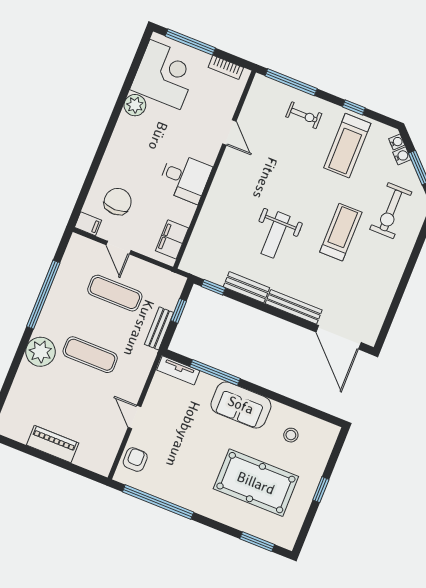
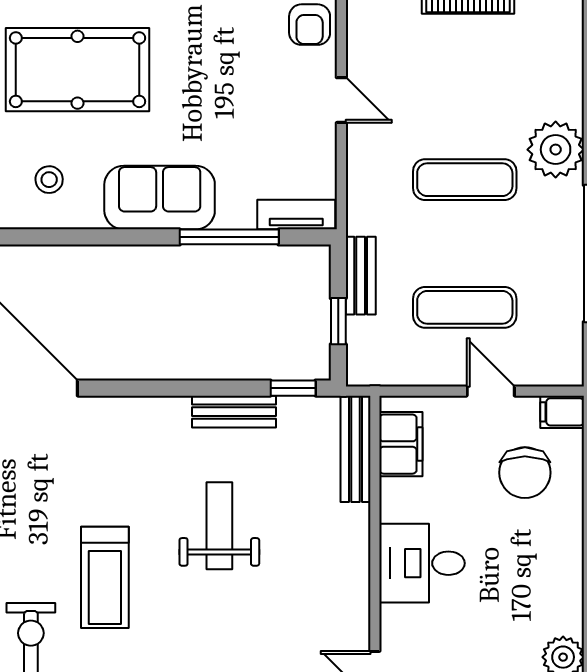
bench: (294, 307) -> (356, 449), moved, turned 90

